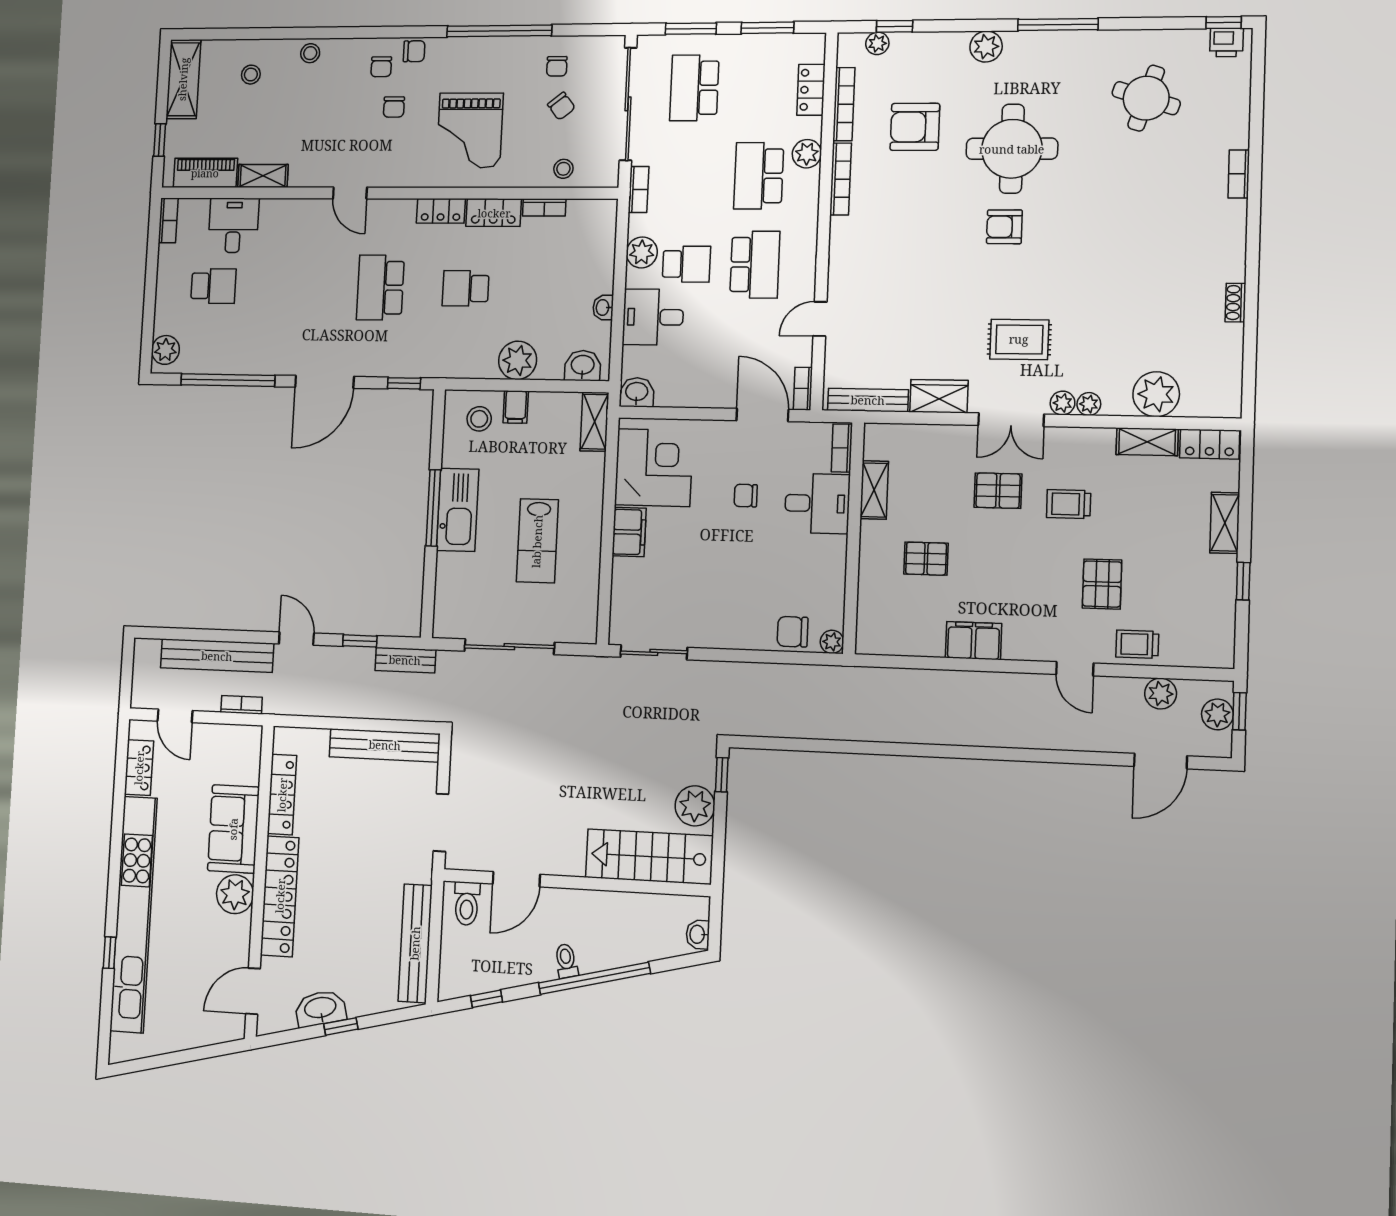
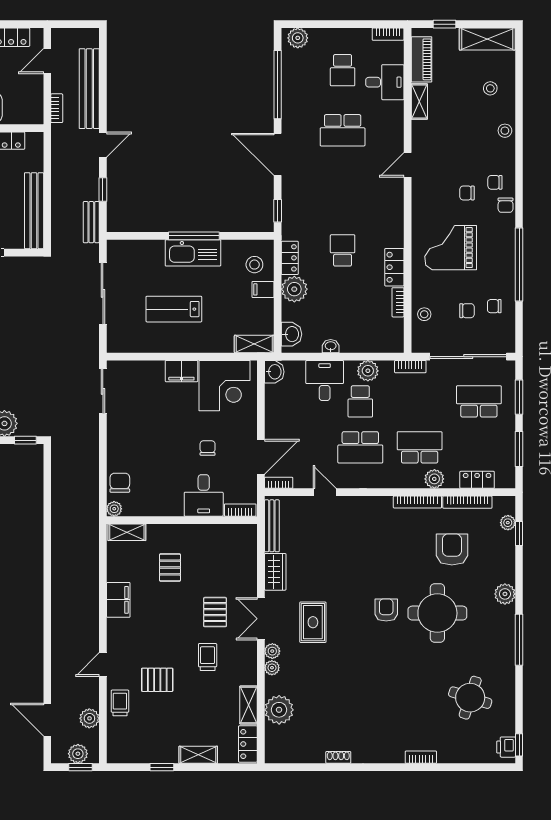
chair: (561, 106) -> (467, 311), turned -142
locker: (441, 211) -> (290, 258), moved, turned 180
school desk: (380, 288) -> (343, 130), moved, turned 180
shelving: (874, 490) -> (127, 532), moved

